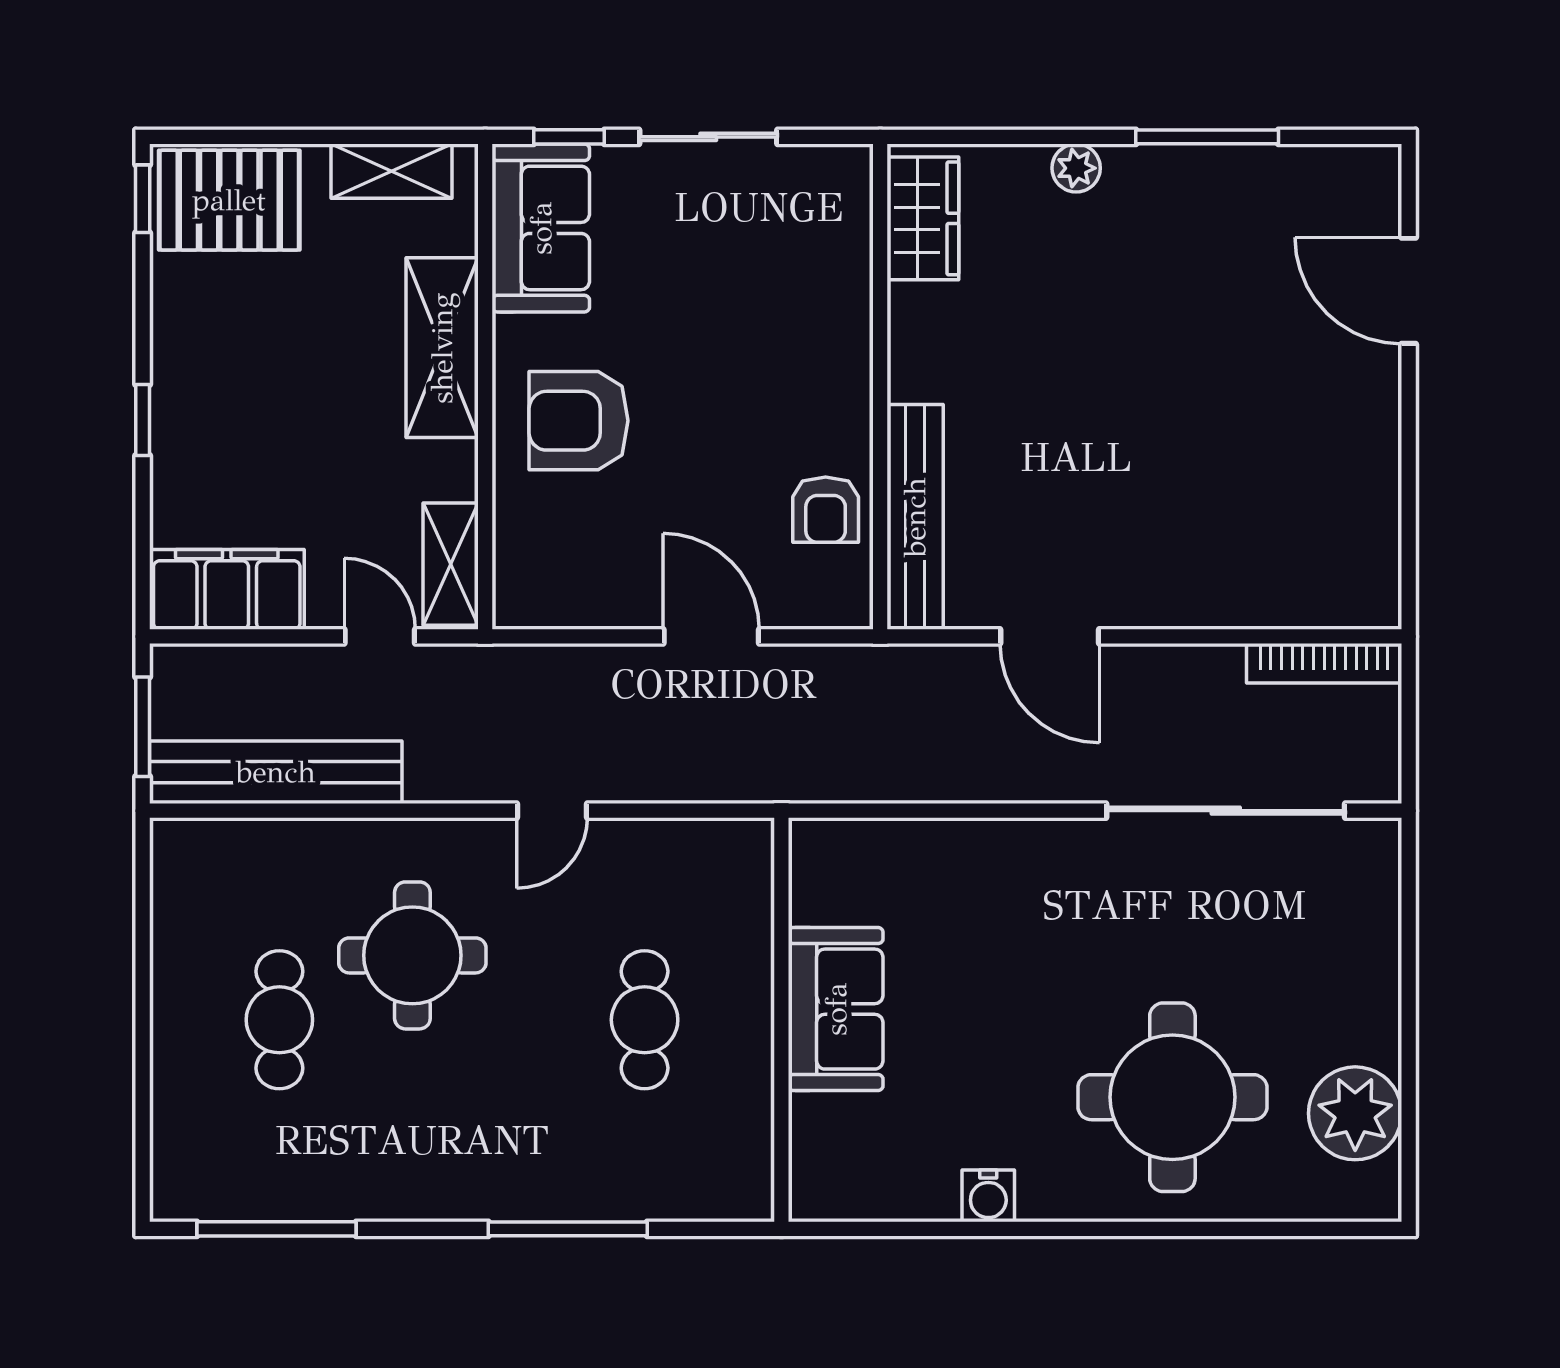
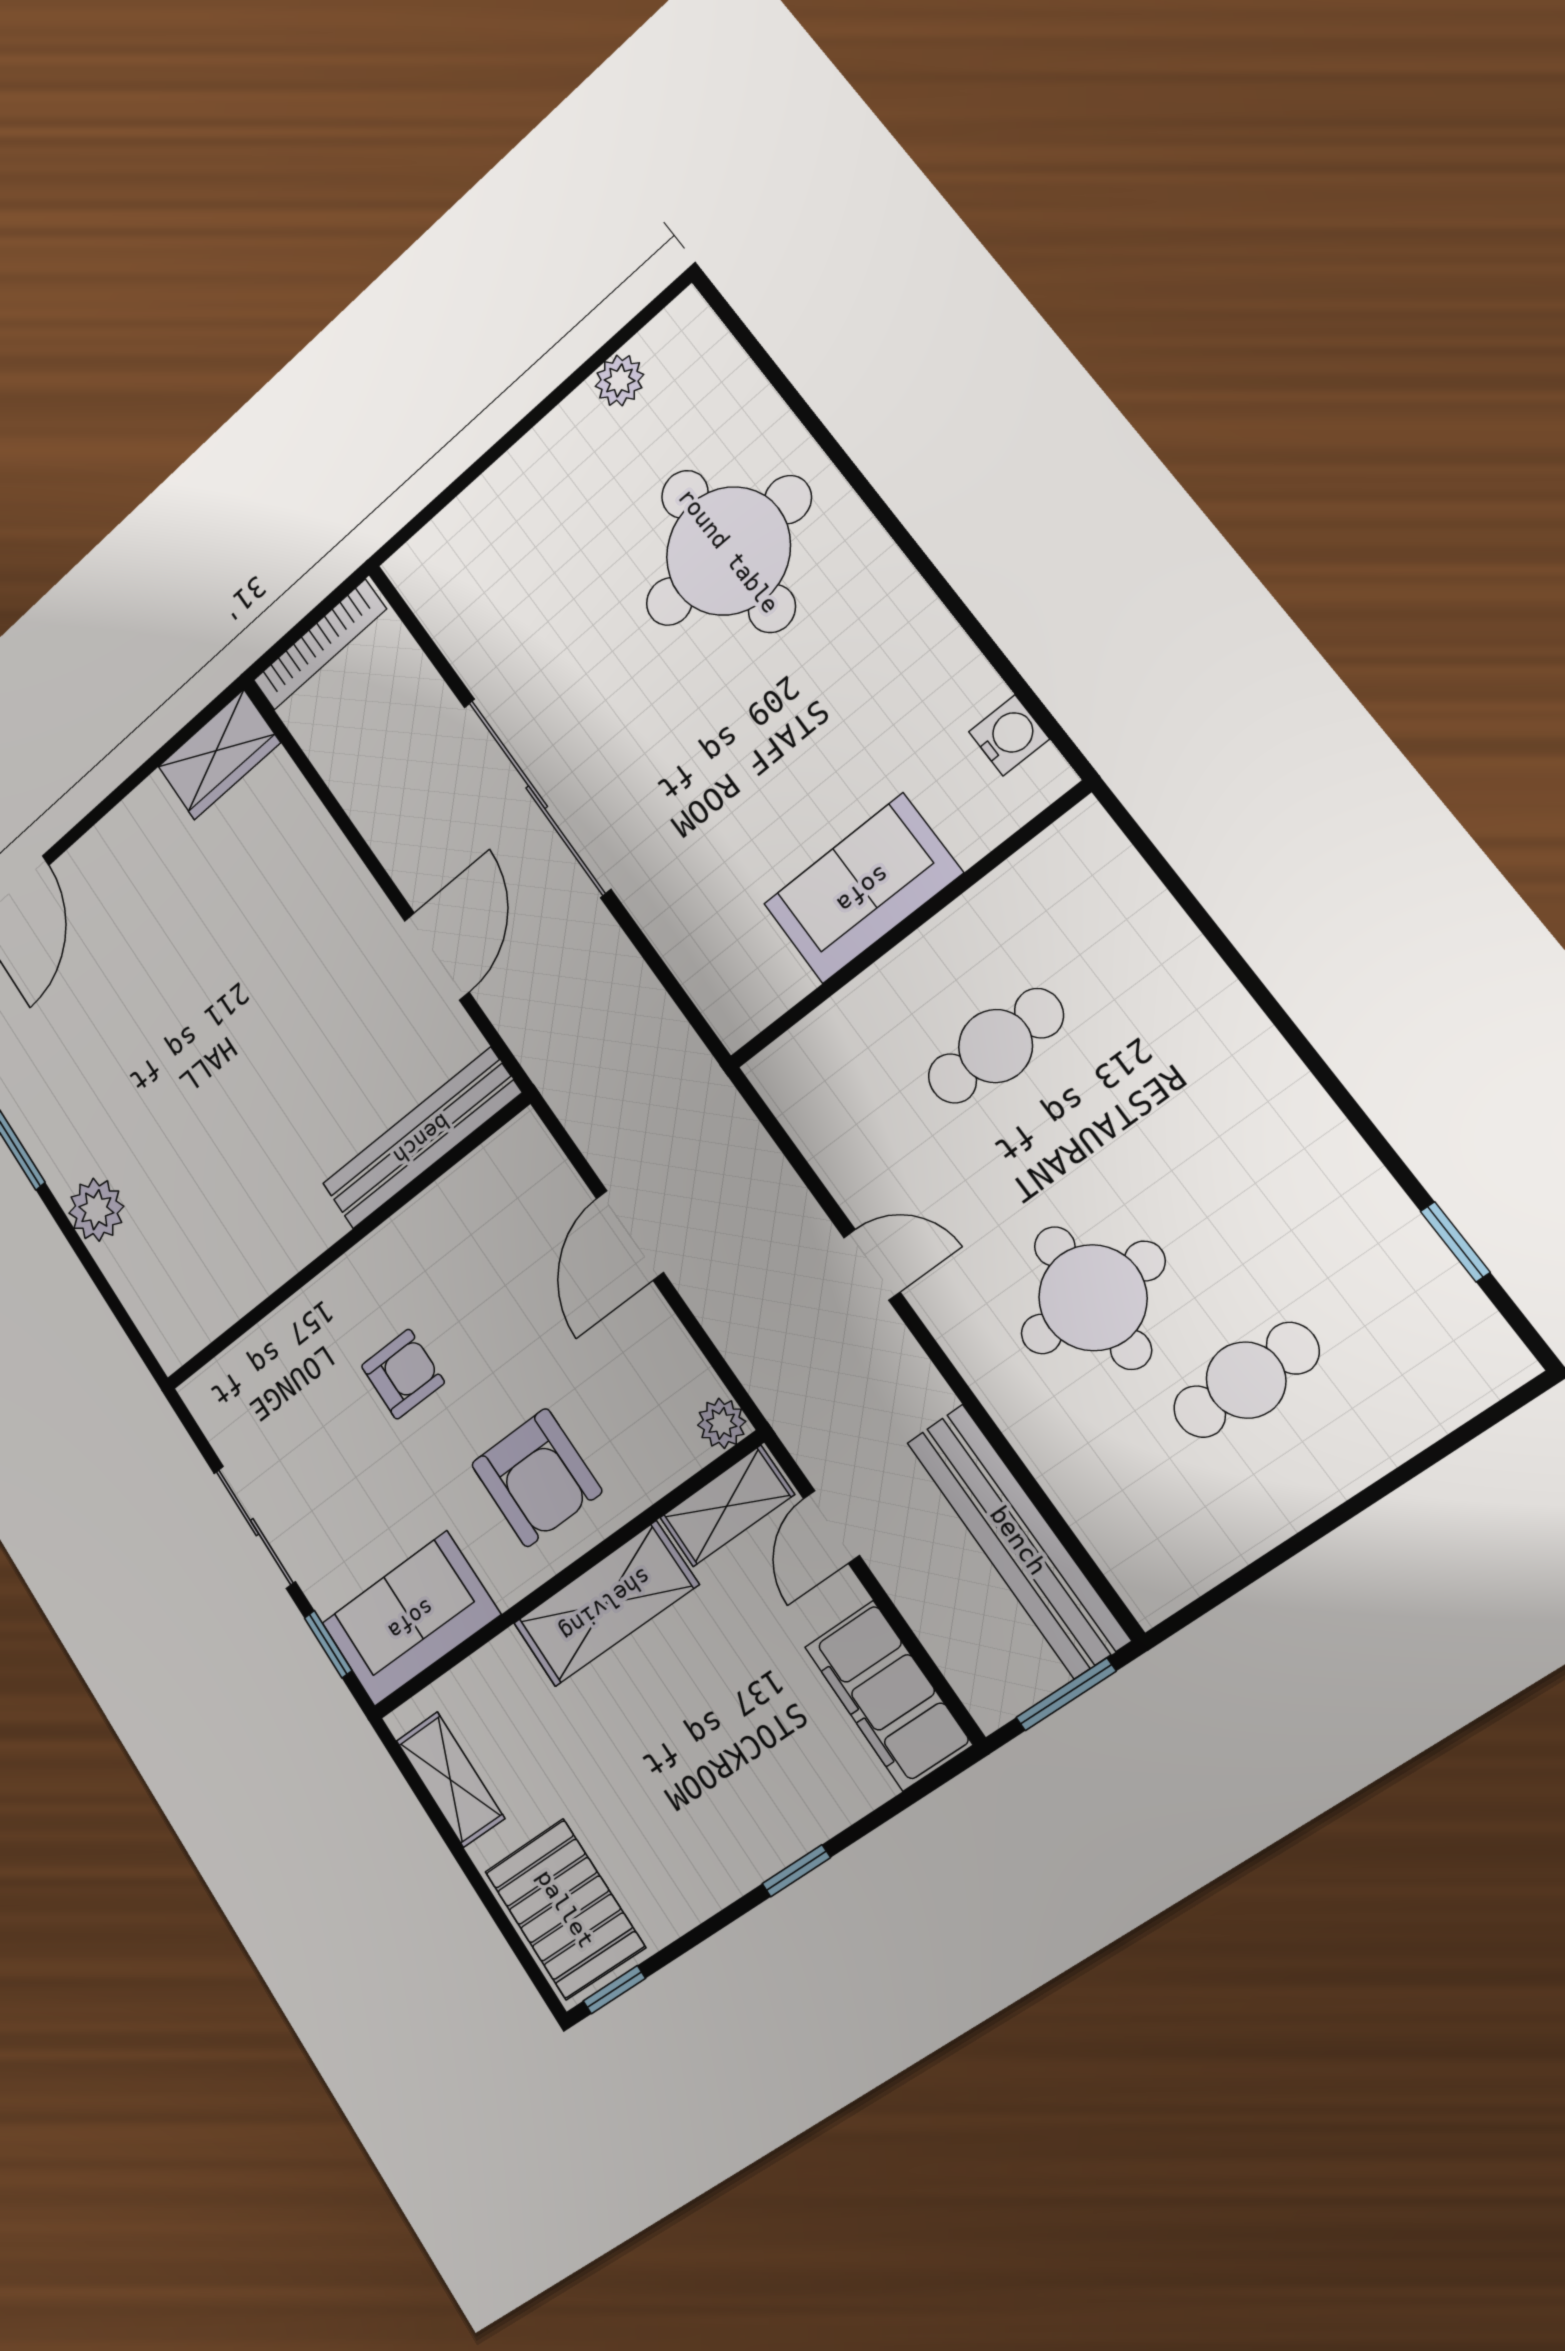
plant: (1076, 168) -> (96, 1210), width x1.38, depth x1.38
wardrobe: (923, 218) -> (219, 755), moved, turned 180
shelving: (442, 348) -> (605, 1604), moved
armchair: (826, 510) -> (403, 1374), moved
plant: (516, 606) -> (722, 1423), added
bookcase: (1324, 663) -> (319, 645), moved, turned 90
sliding door: (1226, 811) -> (537, 797), moved
plant: (1355, 1113) -> (619, 380), width x0.53, depth x0.53
water cooler: (988, 1196) -> (1009, 735), moved
window: (277, 1229) -> (1455, 1242), width x0.46
window: (568, 1229) -> (1242, 970), removed

